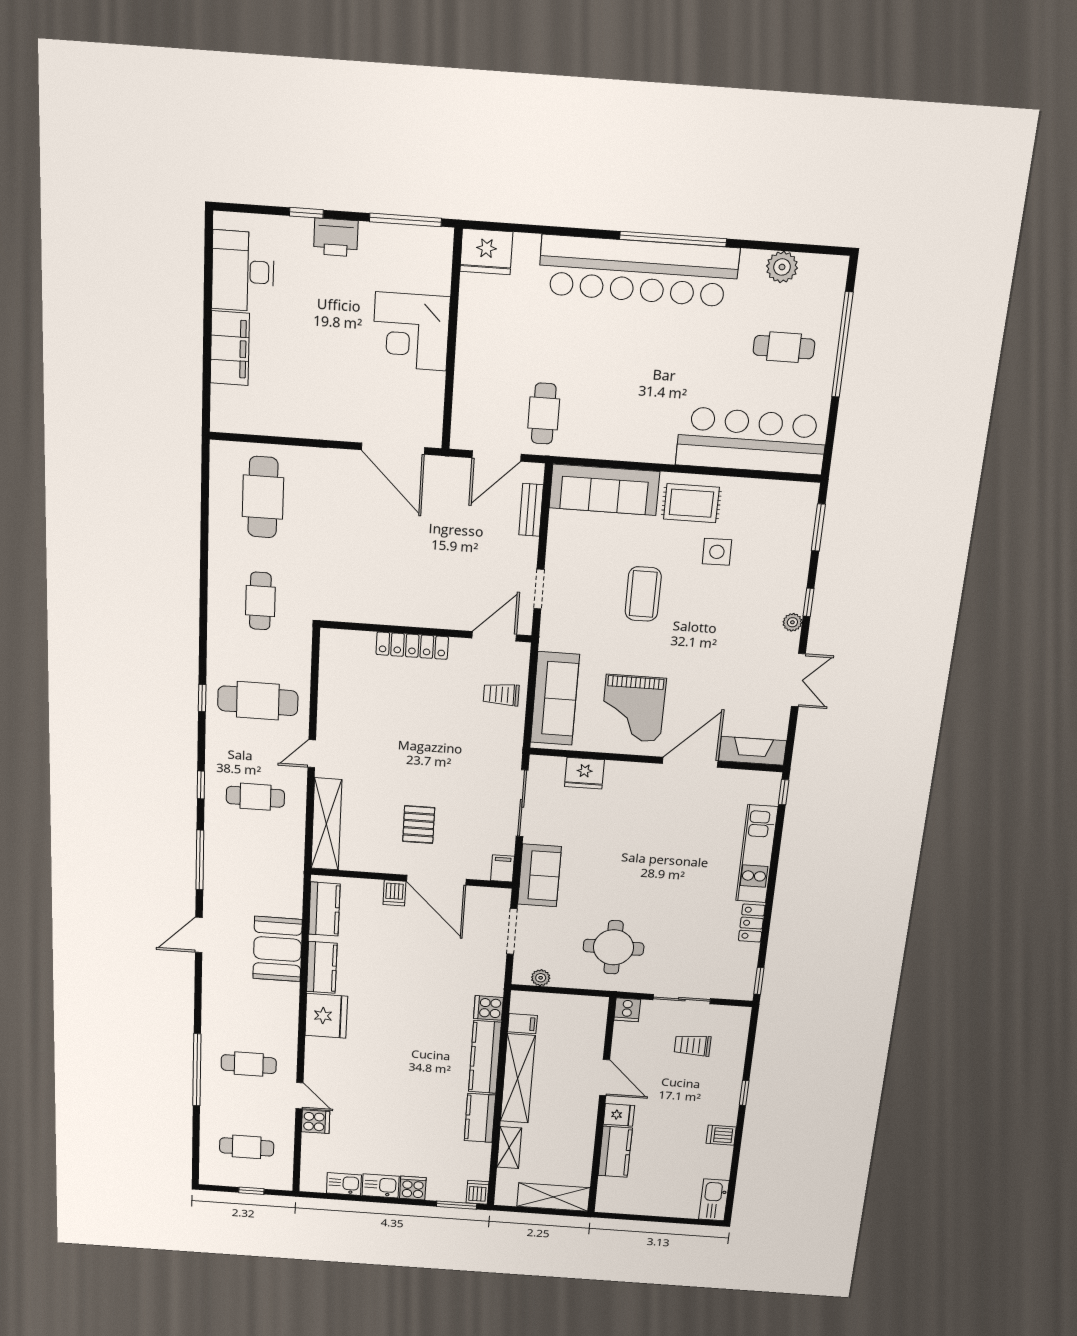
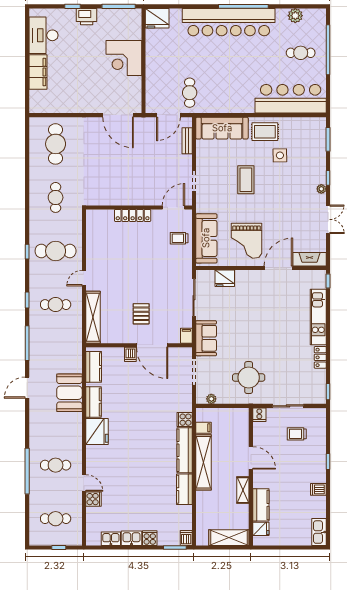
fridge: (619, 1115) -> (261, 529), moved
shelving: (509, 1148) -> (243, 490), moved

